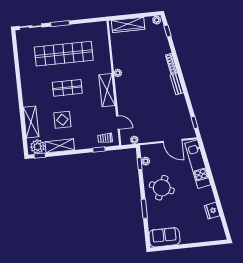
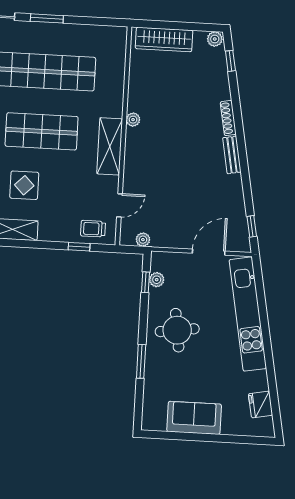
shop shelf: (67, 88) -> (42, 131), width x1.43, depth x1.36
door: (118, 123) -> (119, 205), hinge flipped
door: (173, 141) -> (209, 252), swing flipped
kitchen unit: (198, 164) -> (248, 314), width x1.36
round table: (162, 188) -> (177, 330), turned -31
fridge: (212, 211) -> (261, 404), moved
sofa: (164, 237) -> (194, 418), moved

